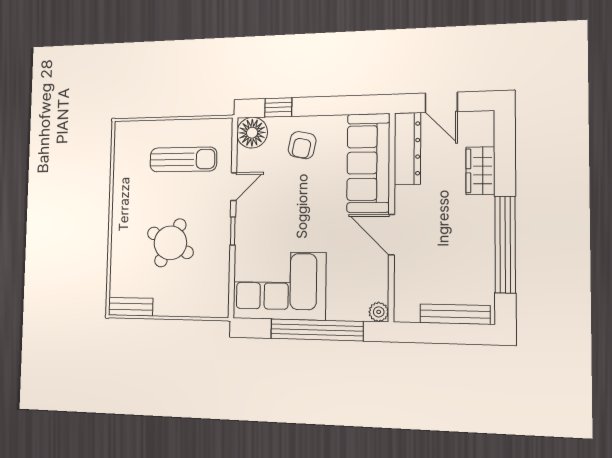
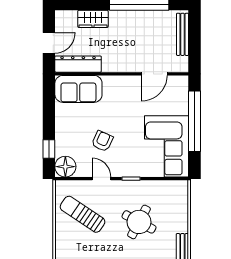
armchair: (302, 145) -> (102, 141), moved, turned -78
sun lounger: (183, 159) -> (83, 214), turned -56
sofa: (368, 163) -> (78, 89), width x0.73
door: (392, 235) -> (154, 74), moved
plant: (379, 312) -> (182, 82), removed

